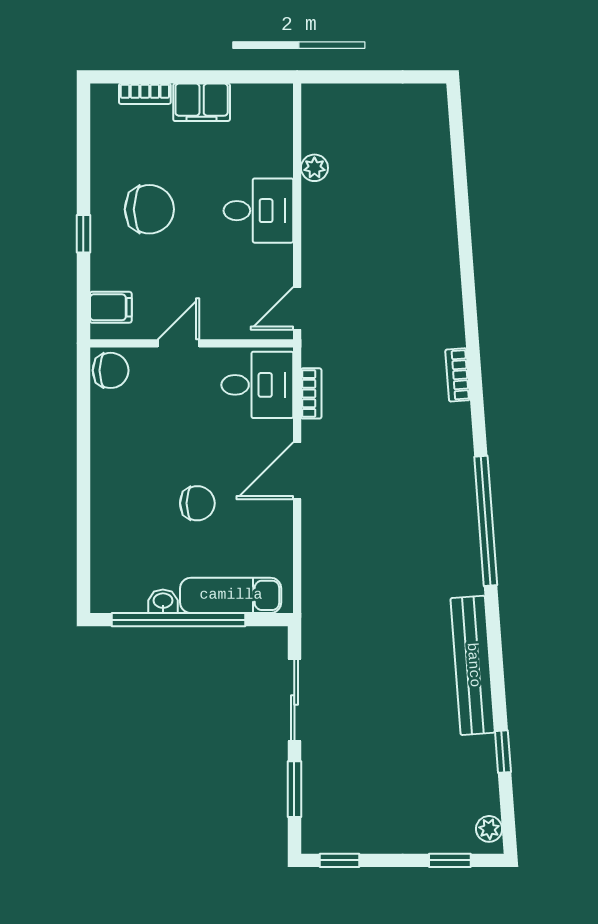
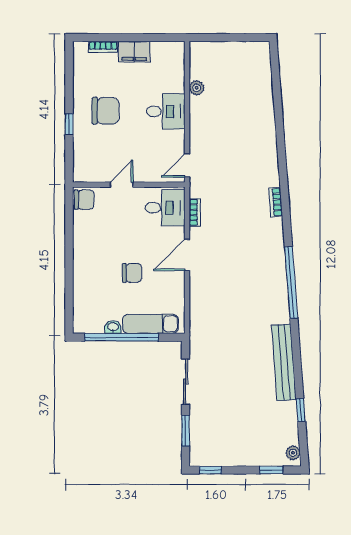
filing cabinet: (111, 307) -> (84, 165), removed

